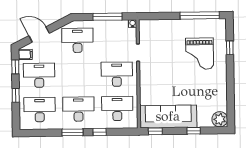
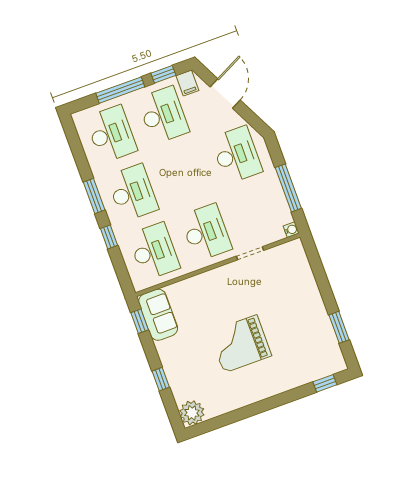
window: (200, 15) -> (339, 327), width x0.47
window: (230, 48) -> (325, 383), moved
grand piano: (200, 54) -> (240, 344), moved
window: (16, 95) -> (120, 90), width x2.17
sofa: (168, 116) -> (158, 315), width x0.54, depth x0.79

